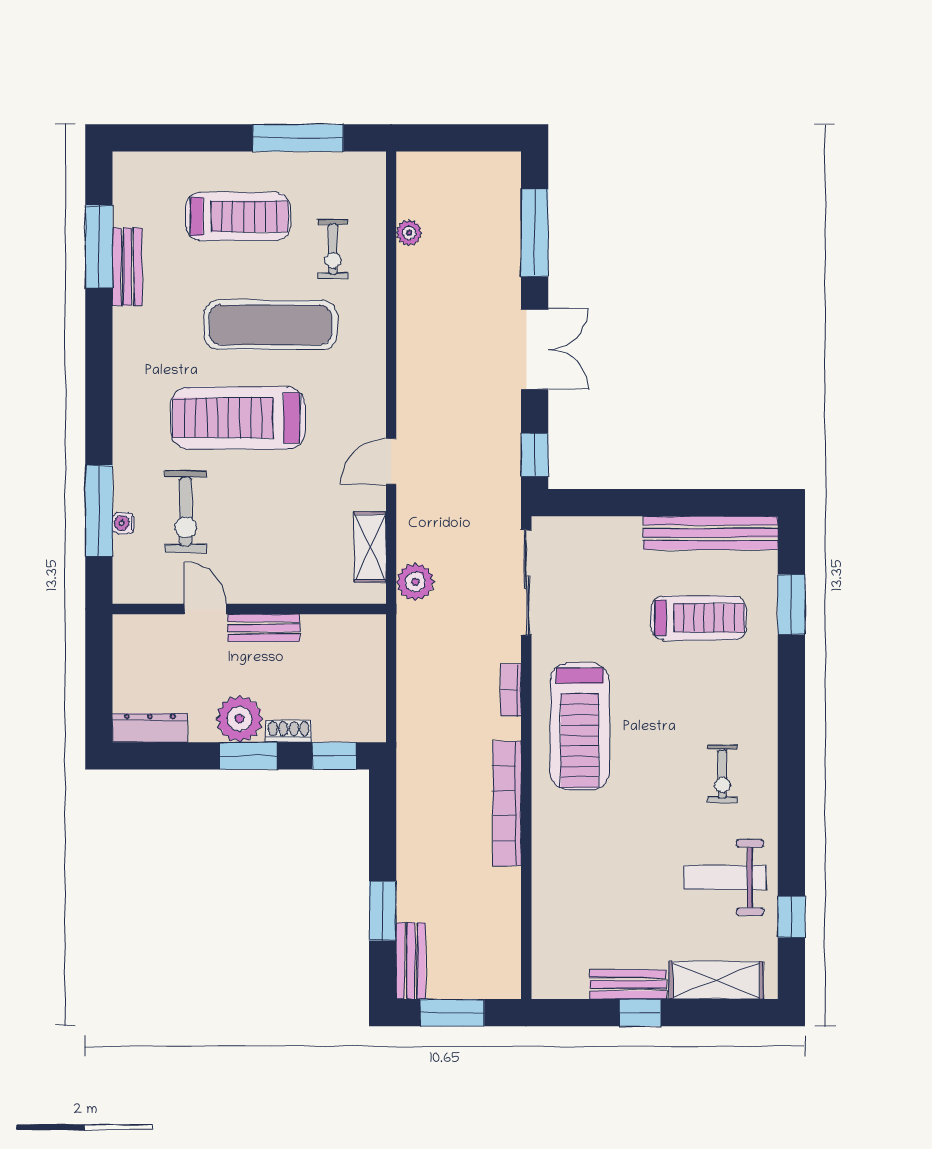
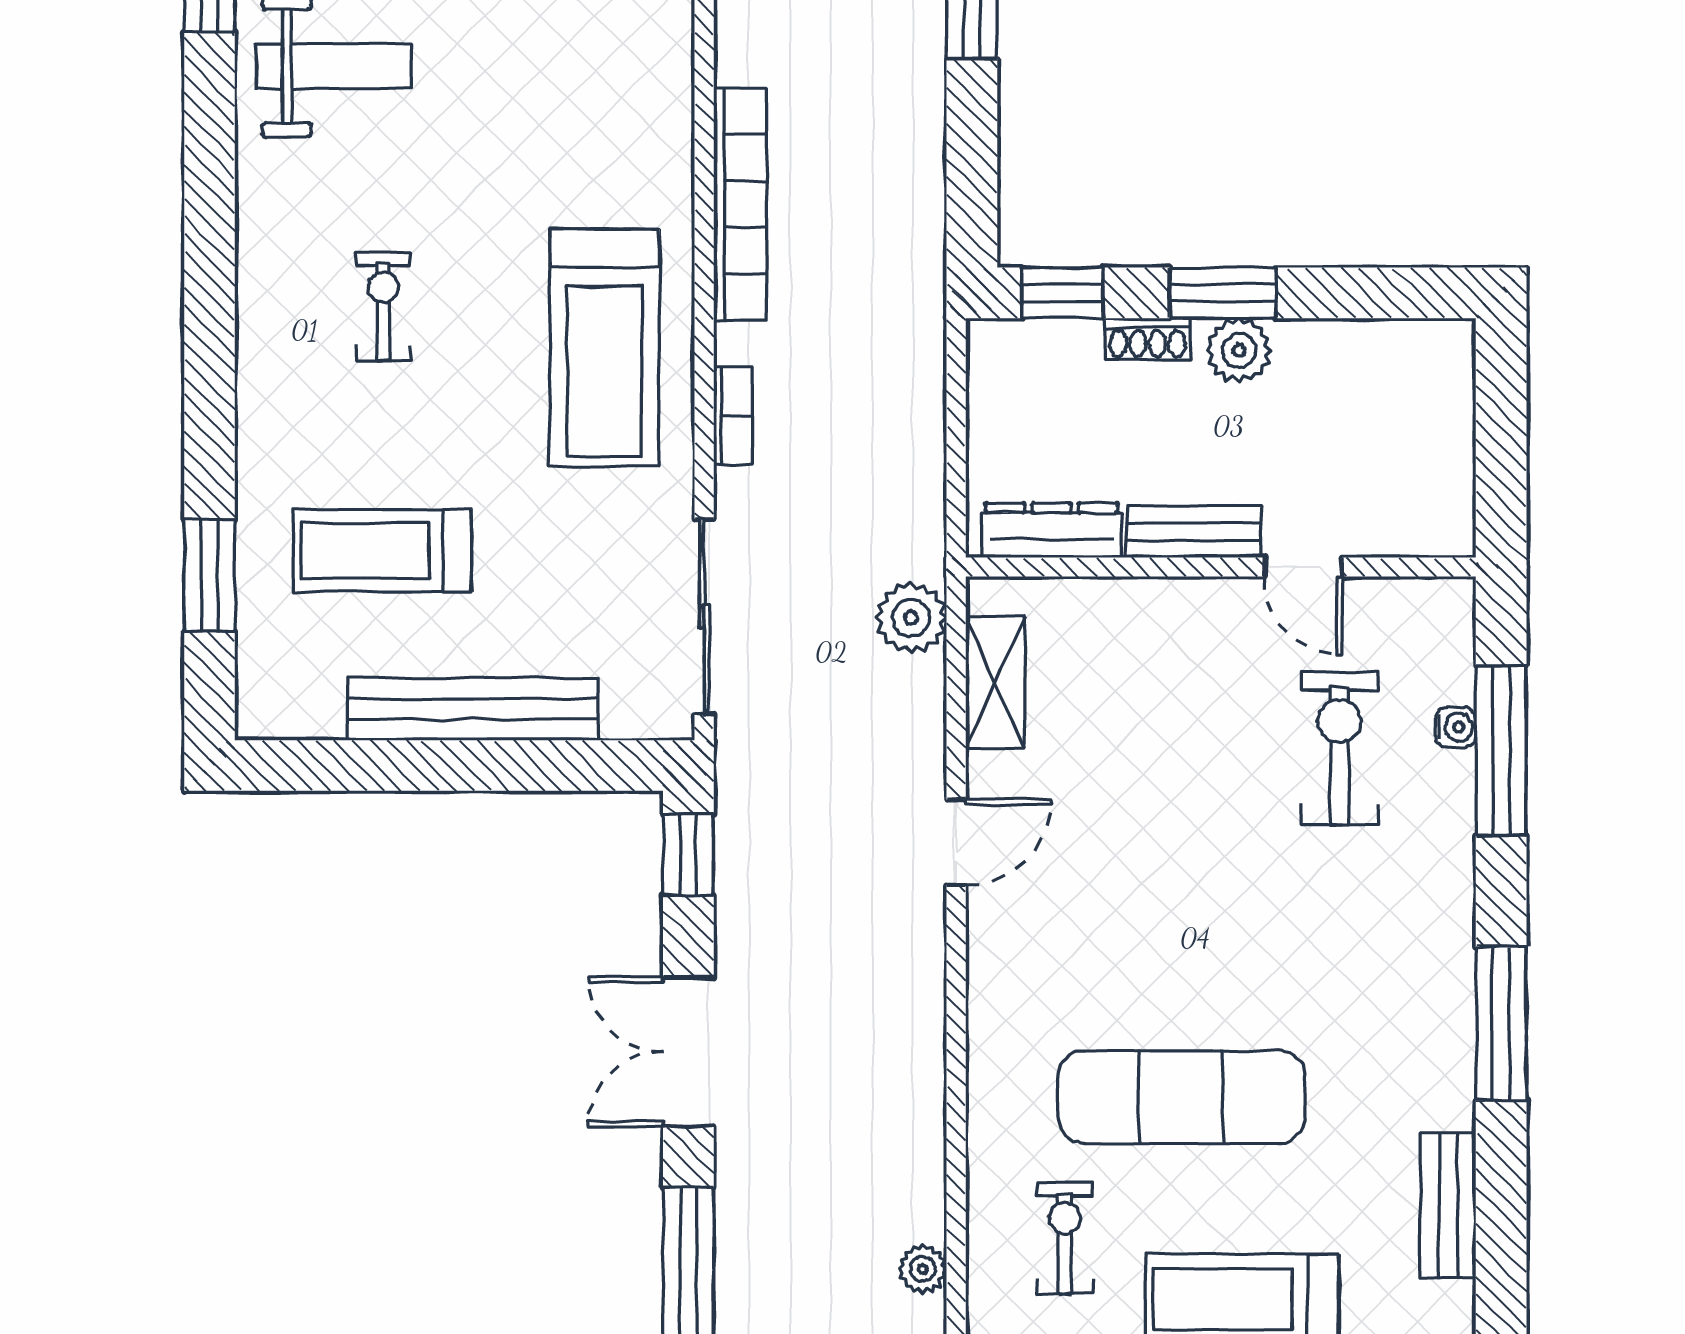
window: (99, 247) -> (1501, 1023), moved
treadmill: (238, 418) -> (1242, 923), removed
bench: (711, 533) -> (473, 709), moved
plant: (239, 719) -> (1239, 350), width x0.73, depth x0.73
treadmill: (580, 727) -> (604, 348), turned 180
dresser: (150, 728) -> (1052, 530), moved, turned 180
exercise bike: (722, 774) -> (383, 307), moved

